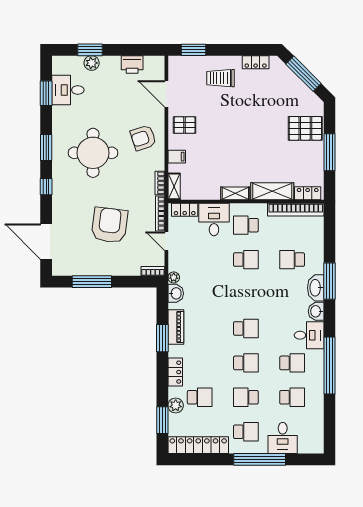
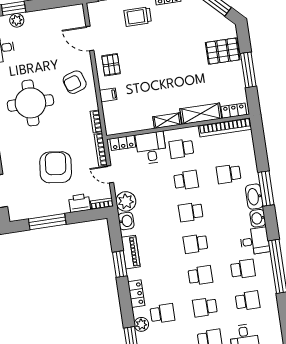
printer: (132, 64) -> (79, 203), moved, turned 180
pallet: (185, 125) -> (111, 65), turned 90
shelving: (174, 186) -> (110, 123), removed
plant: (174, 277) -> (126, 201), width x1.87, depth x1.87
school desk: (246, 294) -> (191, 212), added
school desk: (246, 328) -> (196, 244), turned 180

